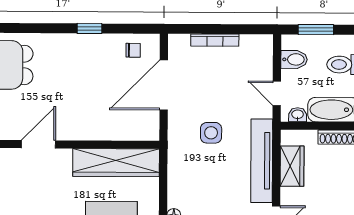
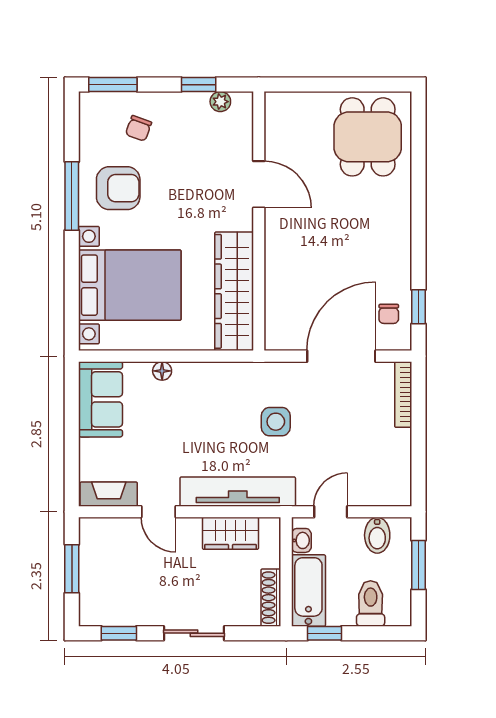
window: (89, 28) -> (418, 307), moved
bookcase: (215, 40) -> (403, 395), moved
door: (164, 85) -> (341, 356), hinge flipped

